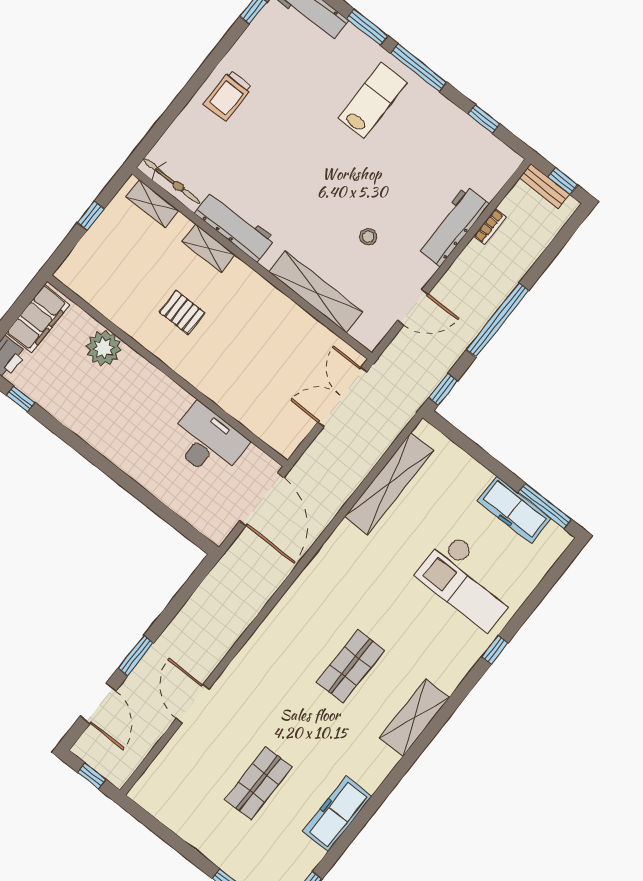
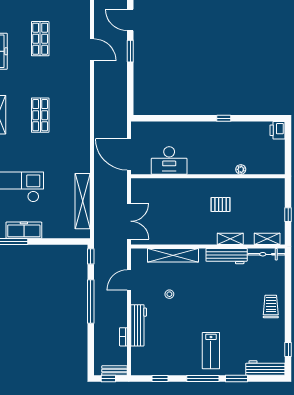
filing cabinet: (38, 319) -> (277, 156), removed
plant: (104, 348) -> (241, 169), width x0.53, depth x0.53
window: (21, 399) -> (224, 118), moved

